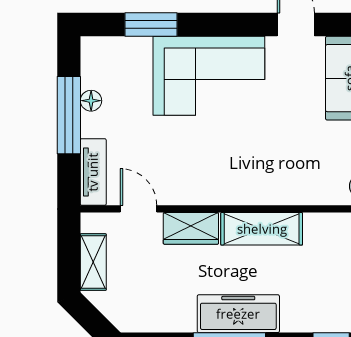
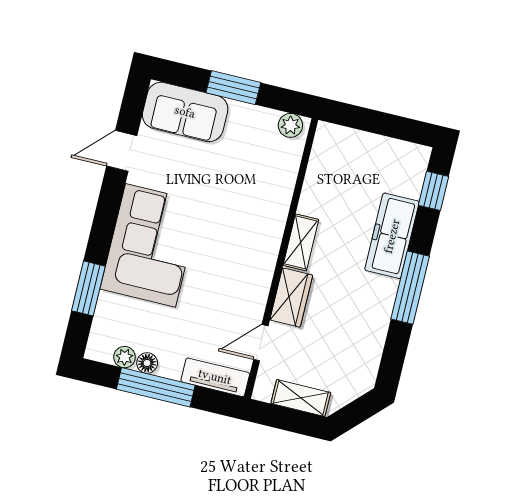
plant: (91, 77) -> (124, 357), added
shelving: (262, 229) -> (301, 242), width x0.67, depth x0.75
freezer: (238, 314) -> (392, 236), moved

